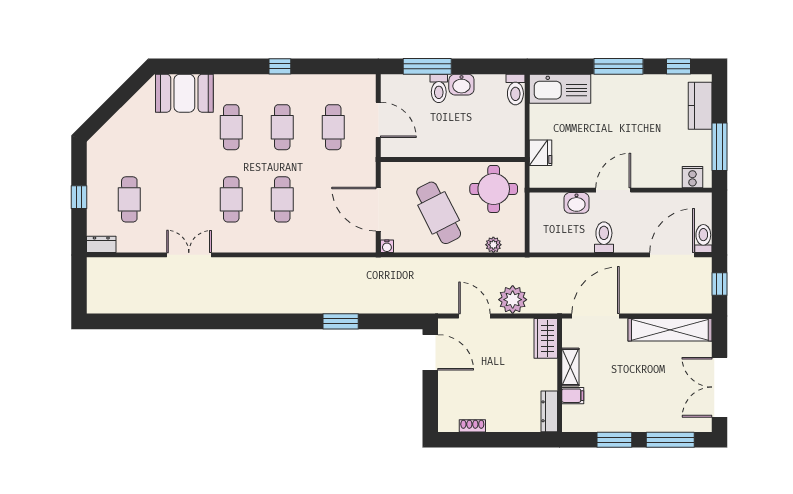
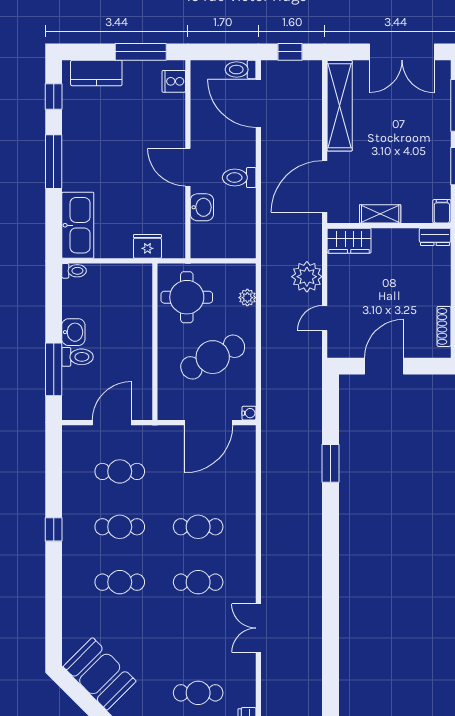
toilet: (515, 90) -> (74, 271), width x0.73, depth x0.72
booth: (184, 93) -> (100, 674), moved, turned -45
door: (474, 316) -> (325, 318), width x0.73
door: (596, 316) -> (325, 187), hinge flipped
door: (430, 352) -> (384, 366), moved
filing cabinet: (573, 396) -> (442, 211), moved
dresser: (549, 411) -> (435, 237), width x0.70
shoe rack: (472, 426) -> (444, 326), width x1.43

